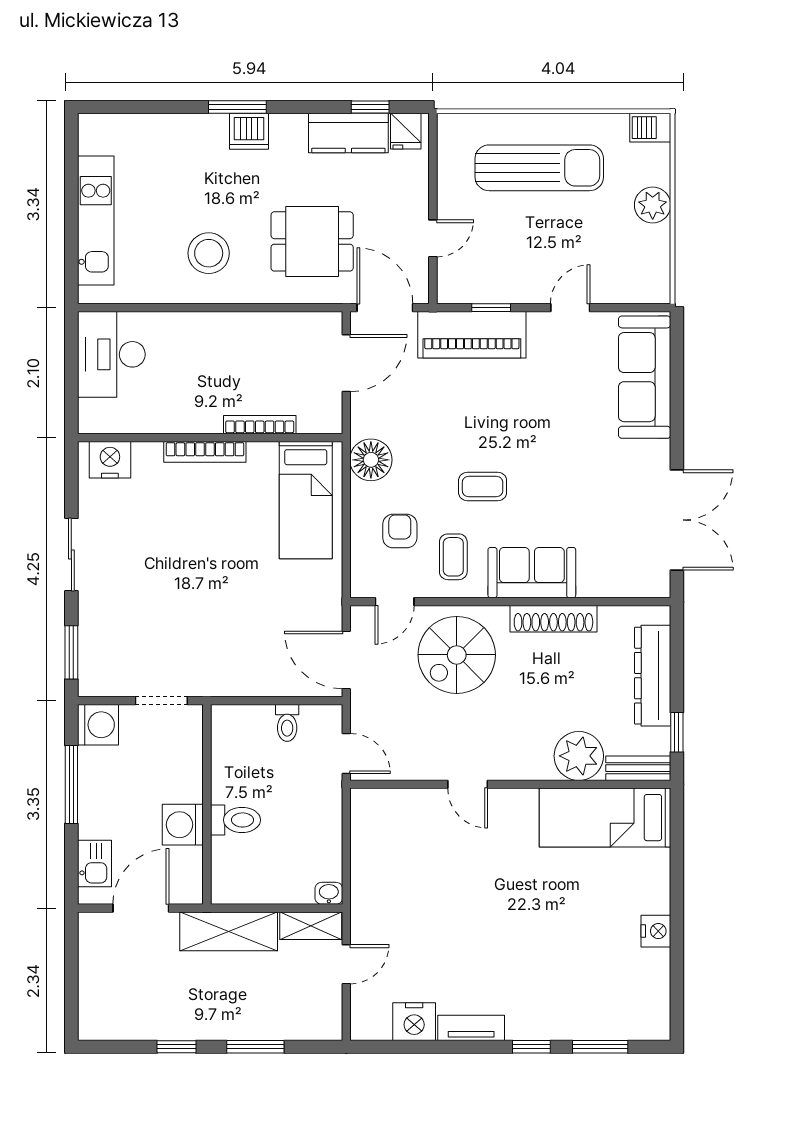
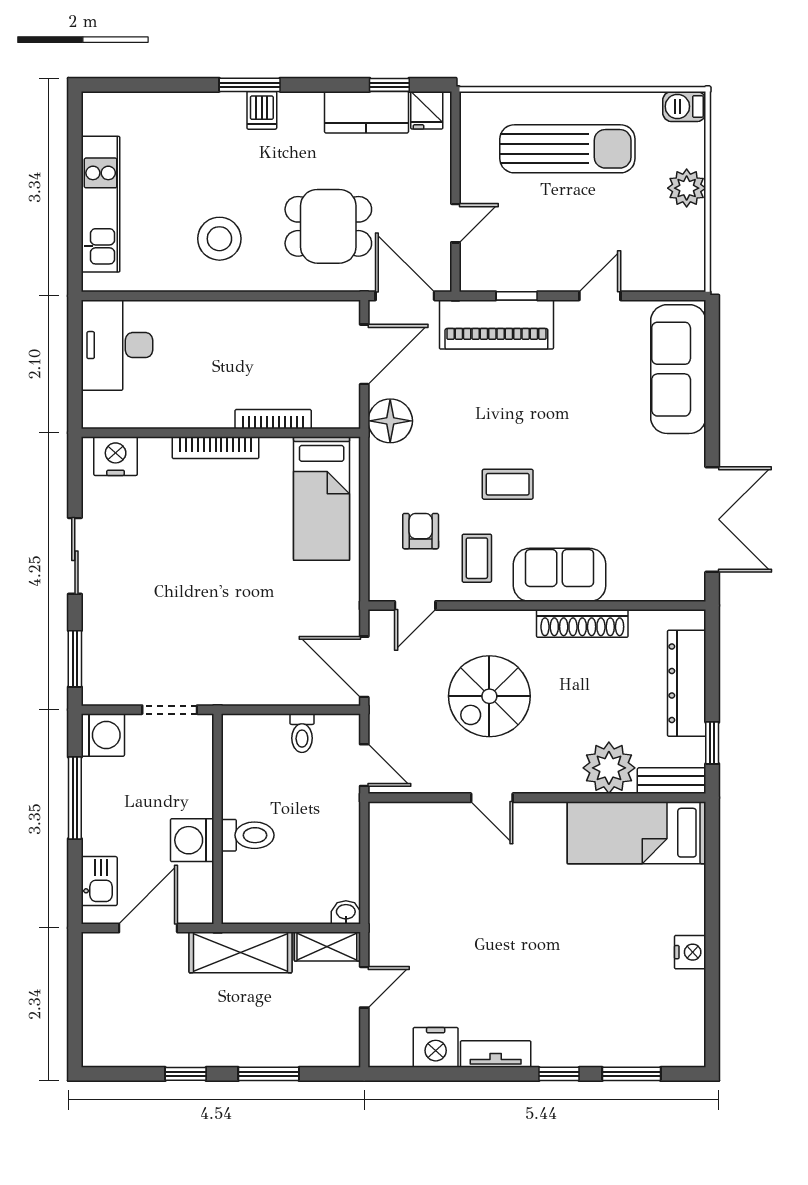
dishwasher: (249, 131) -> (262, 110), width x0.73
floor lamp: (371, 460) -> (390, 421), moved
spiral stairs: (457, 655) -> (489, 696), moved

